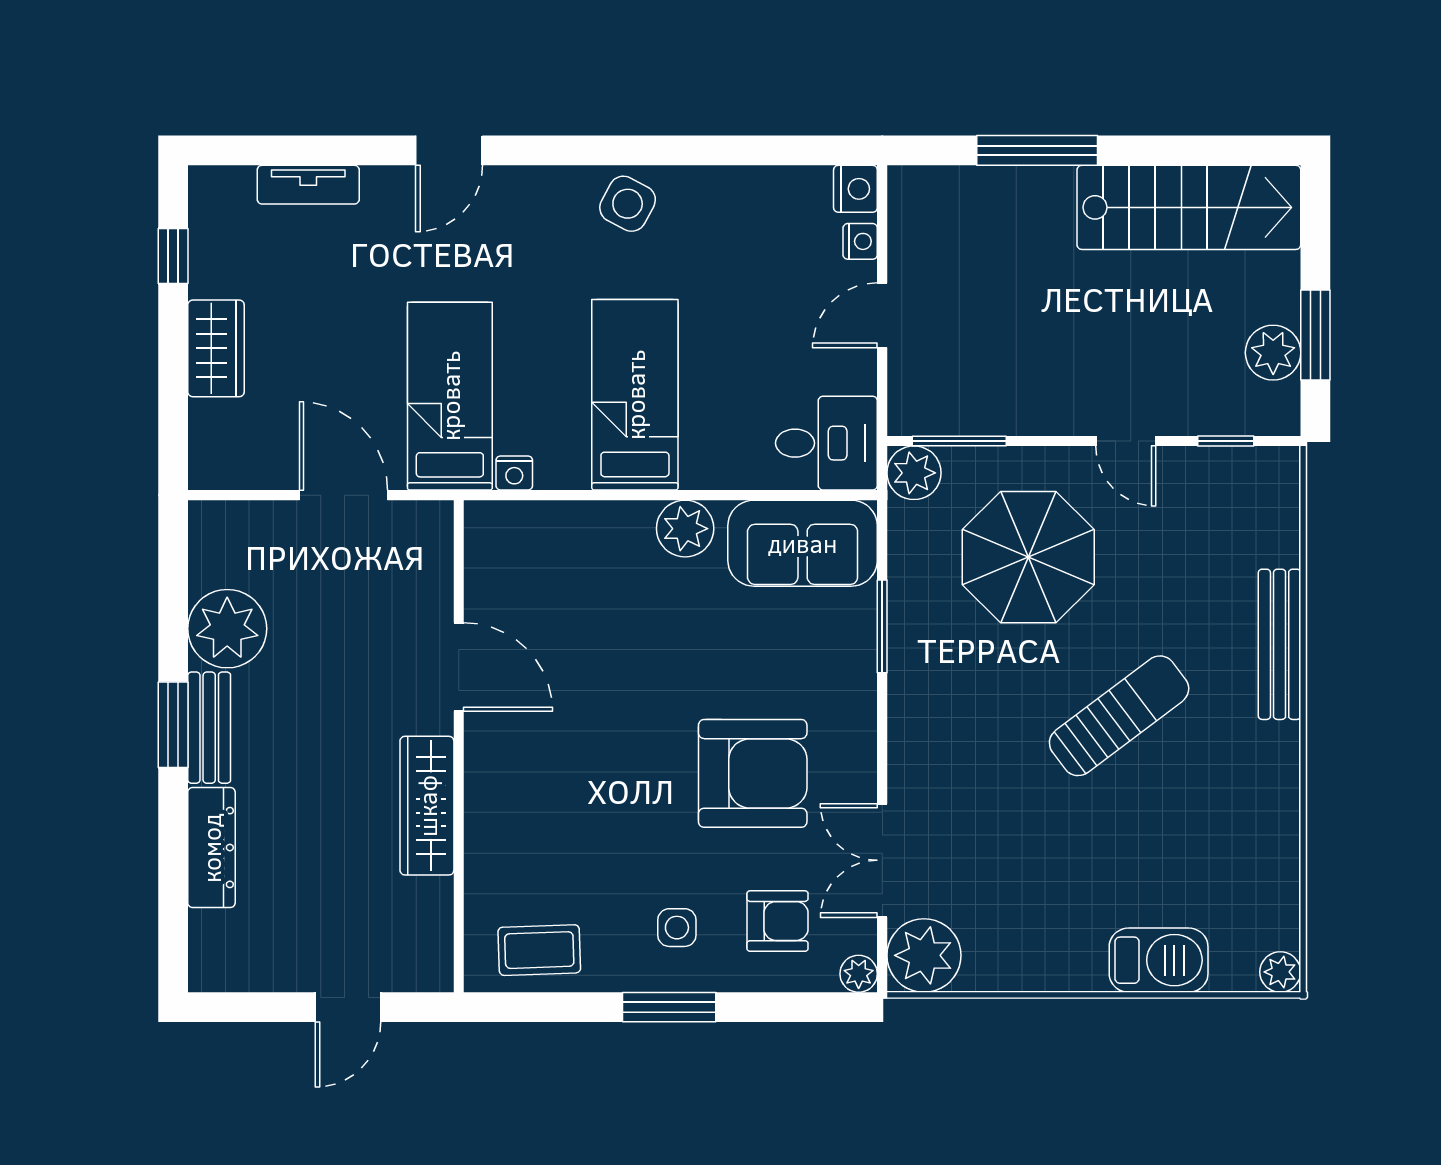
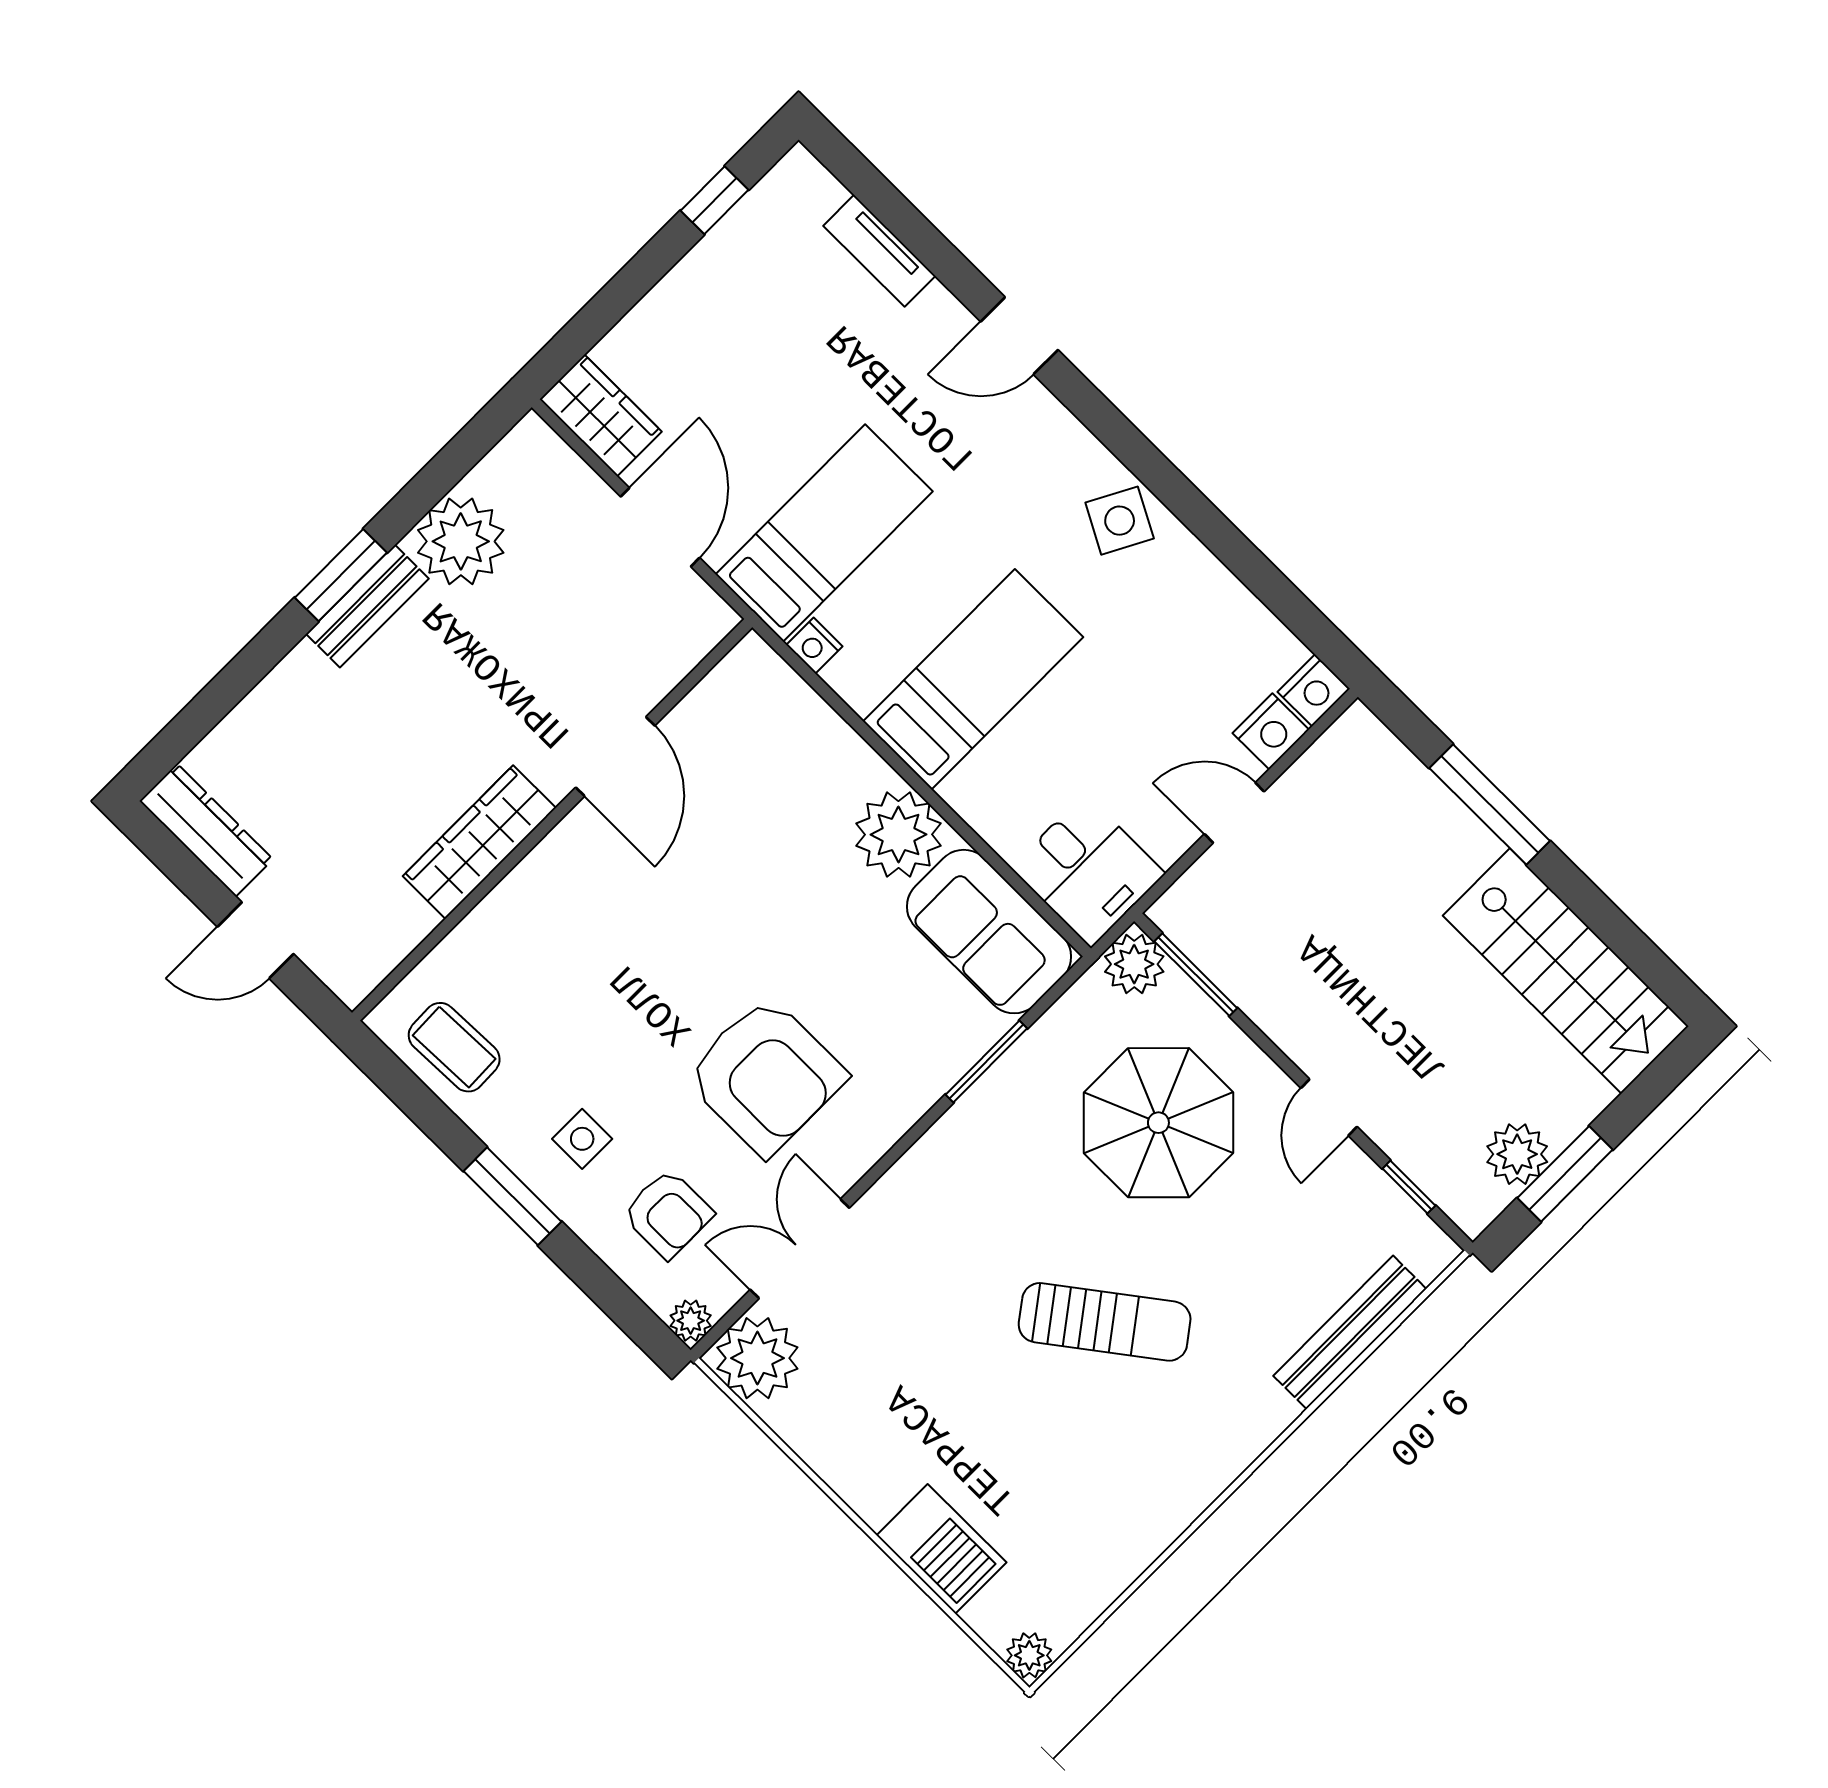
nightstand: (860, 241) -> (1271, 731), width x1.39, depth x1.35
wardrobe: (216, 348) -> (601, 415), moved, turned -90
plant: (685, 529) -> (898, 835), width x1.36, depth x1.36
bench: (1280, 644) -> (1350, 1332), moved
dresser: (211, 848) -> (206, 830), moved, turned -90

